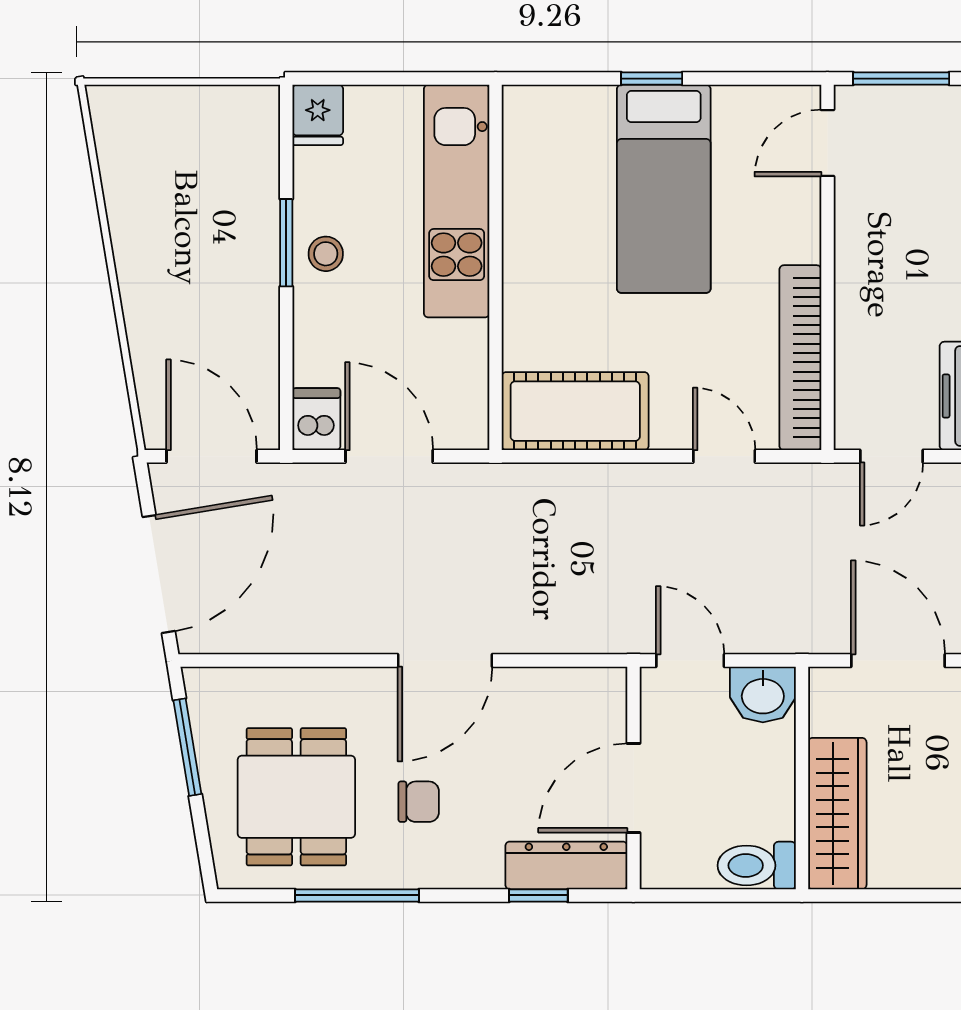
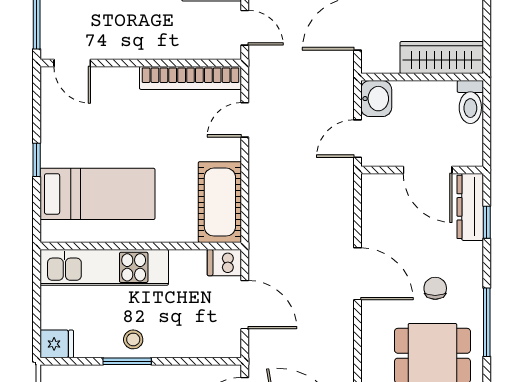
bed: (664, 189) -> (97, 194), moved
dishwasher: (316, 419) -> (224, 263), moved
door: (389, 456) -> (245, 305), swing flipped

